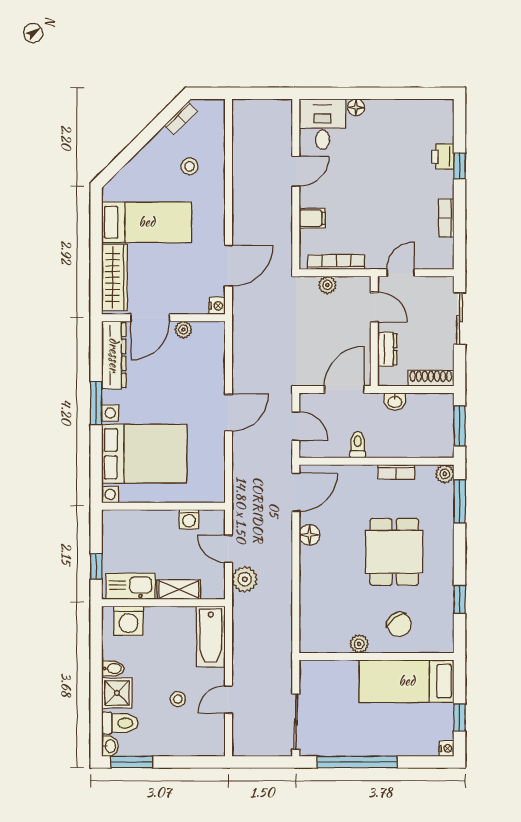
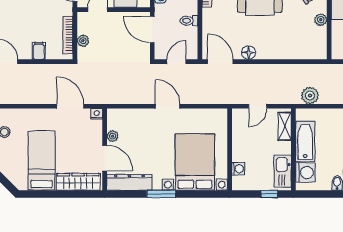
washing machine: (189, 519) -> (238, 169), moved
plant: (245, 579) -> (310, 96), moved
shelving: (179, 590) -> (285, 126), moved
bathtub: (211, 636) -> (305, 141), moved, turned -90

